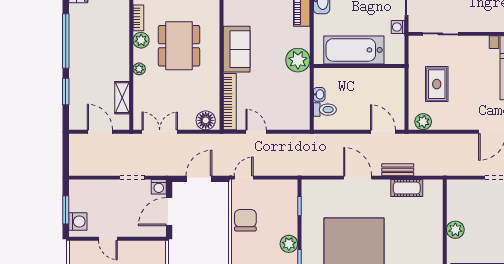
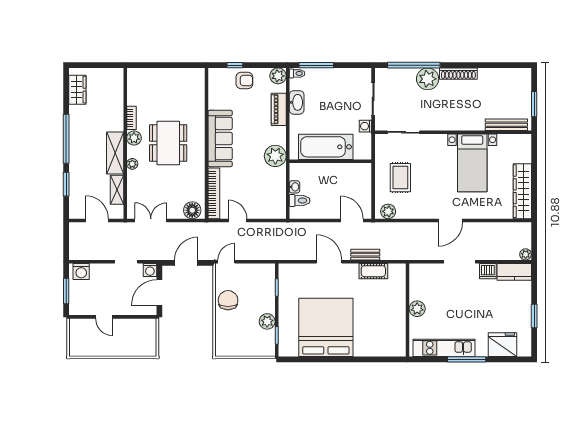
sofa: (237, 49) -> (220, 139), width x1.36
shelving: (120, 57) -> (115, 153), added
washing machine: (78, 221) -> (81, 271), moved, turned 90

